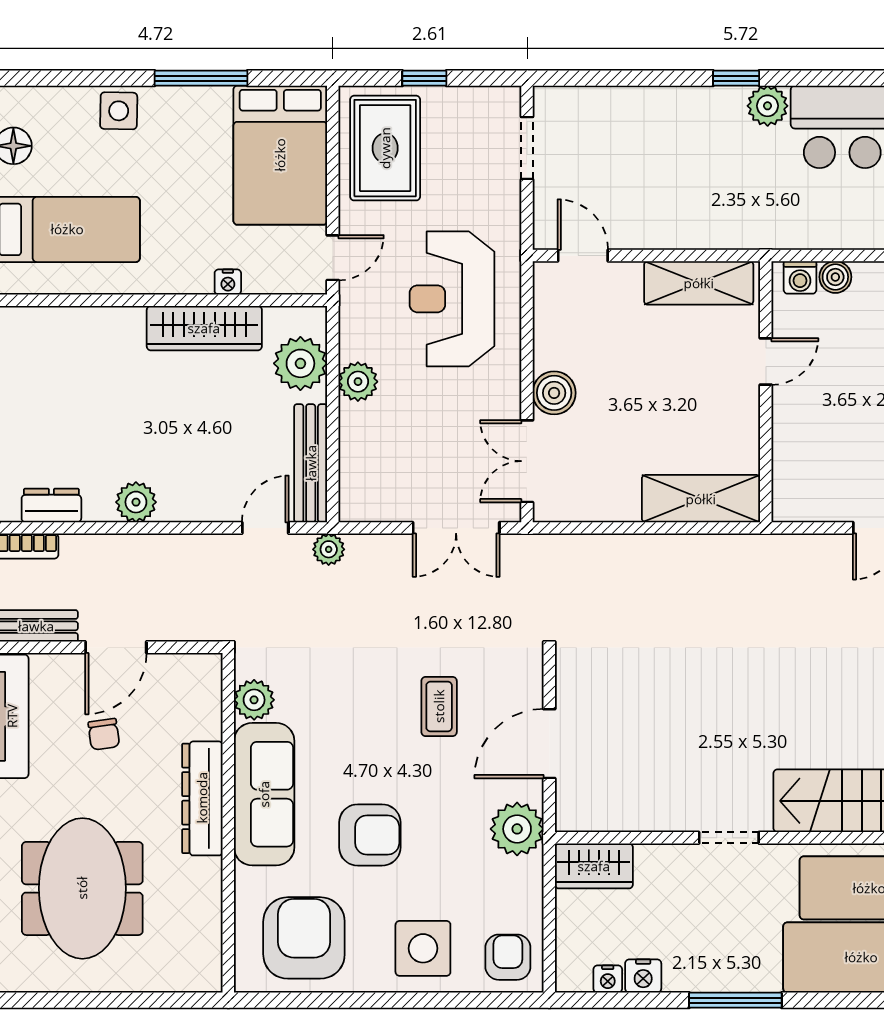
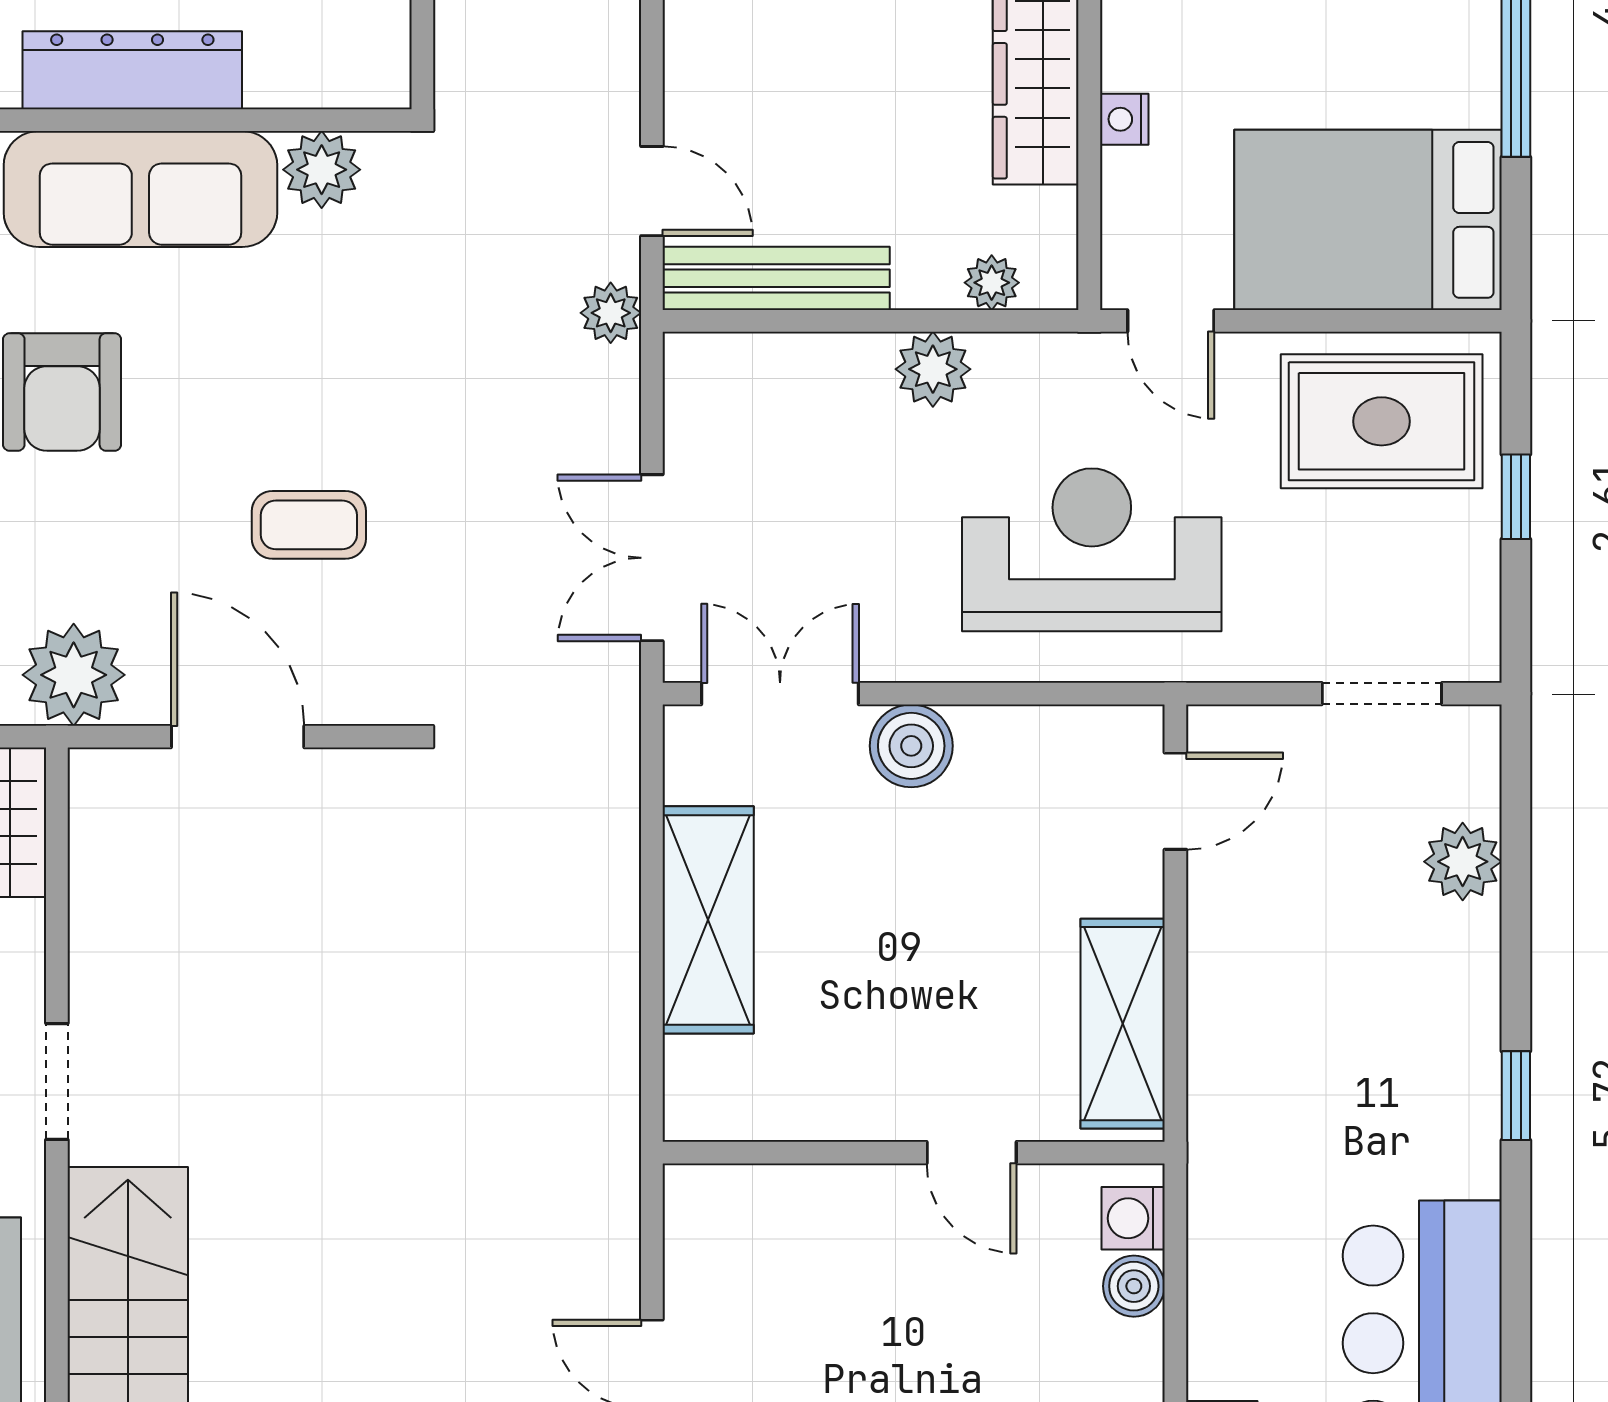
plant: (768, 106) -> (1463, 862), moved
plant: (300, 363) -> (992, 283), width x0.53, depth x0.53
shelving: (701, 499) -> (708, 920), moved

